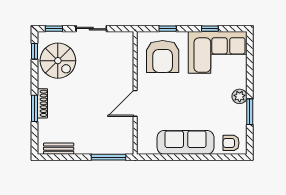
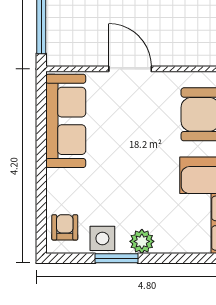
side table: (238, 120) -> (102, 238), added
sofa: (186, 142) -> (66, 121), moved

